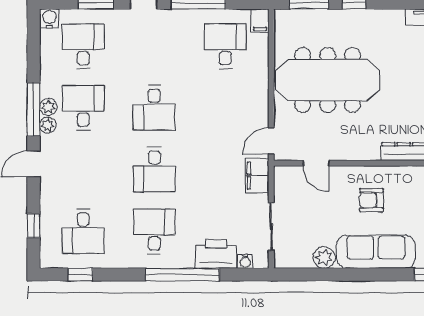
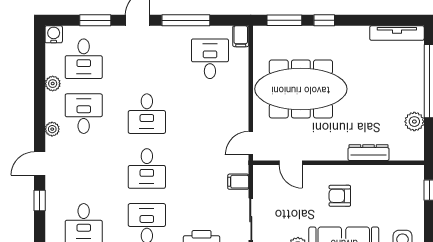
desk: (83, 46) -> (84, 59), turned 180
plant: (48, 107) -> (53, 84), moved
window: (34, 109) -> (40, 115), removed
filing cabinet: (257, 176) -> (238, 182), width x0.50
window: (34, 226) -> (40, 201), moved

